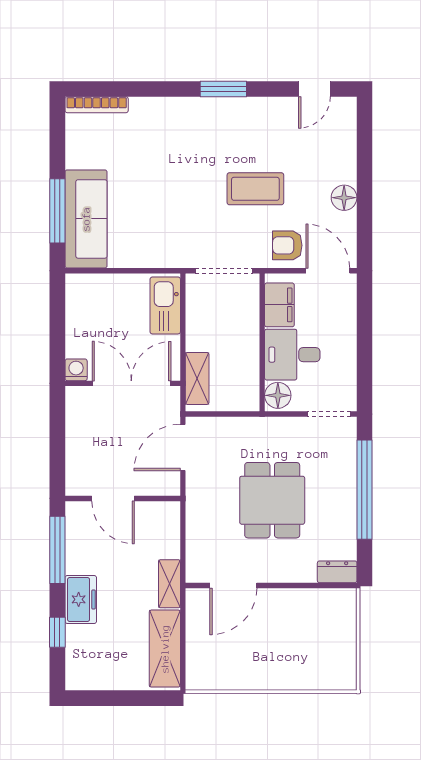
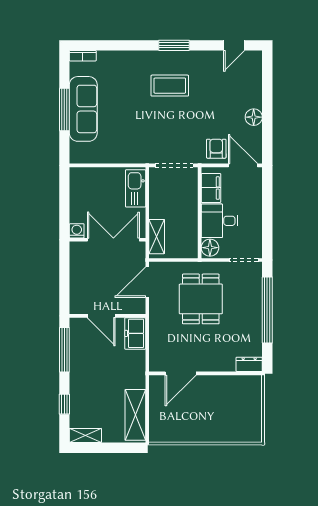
bookcase: (97, 105) -> (83, 56), width x0.64
coffee table: (255, 189) -> (170, 86), moved
window: (57, 211) -> (64, 109), moved
sofa: (86, 219) -> (83, 109), moved
armchair: (287, 245) -> (216, 149), turned 90
dining table: (272, 500) -> (201, 299), moved
shelving: (169, 584) -> (85, 435), moved, turned 90
freezer: (81, 599) -> (135, 333), moved, turned 180

